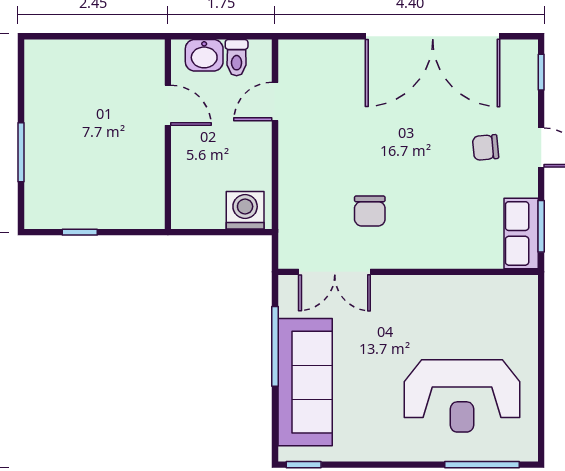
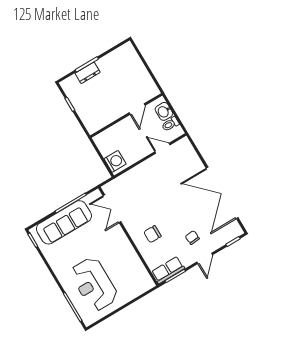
dresser: (38, 160) -> (88, 73), added
chair: (370, 211) -> (152, 234), moved

